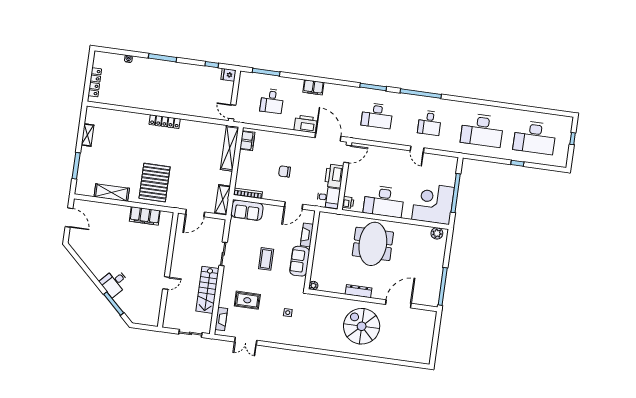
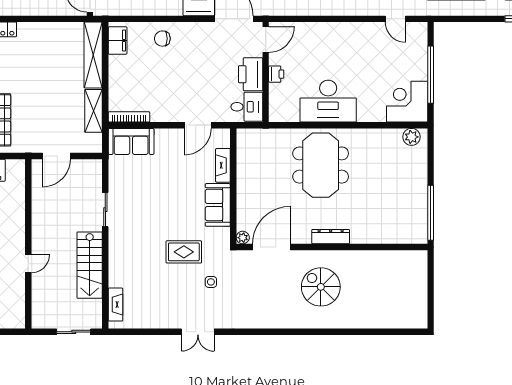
door: (417, 149) -> (395, 19), moved
chair: (285, 171) -> (162, 39), moved
shelving: (223, 200) -> (94, 111), moved
printer: (348, 202) -> (276, 74), moved
corner desk: (433, 204) -> (407, 102), width x0.74, depth x0.74
coffee table: (266, 259) -> (169, 208), removed
dresser: (358, 291) -> (331, 237), moved
rug: (247, 300) -> (184, 252), moved
door: (398, 304) -> (271, 247), moved
spiral stairs: (362, 326) -> (321, 287), width x0.73, depth x0.73
double door: (246, 341) -> (198, 332), moved

